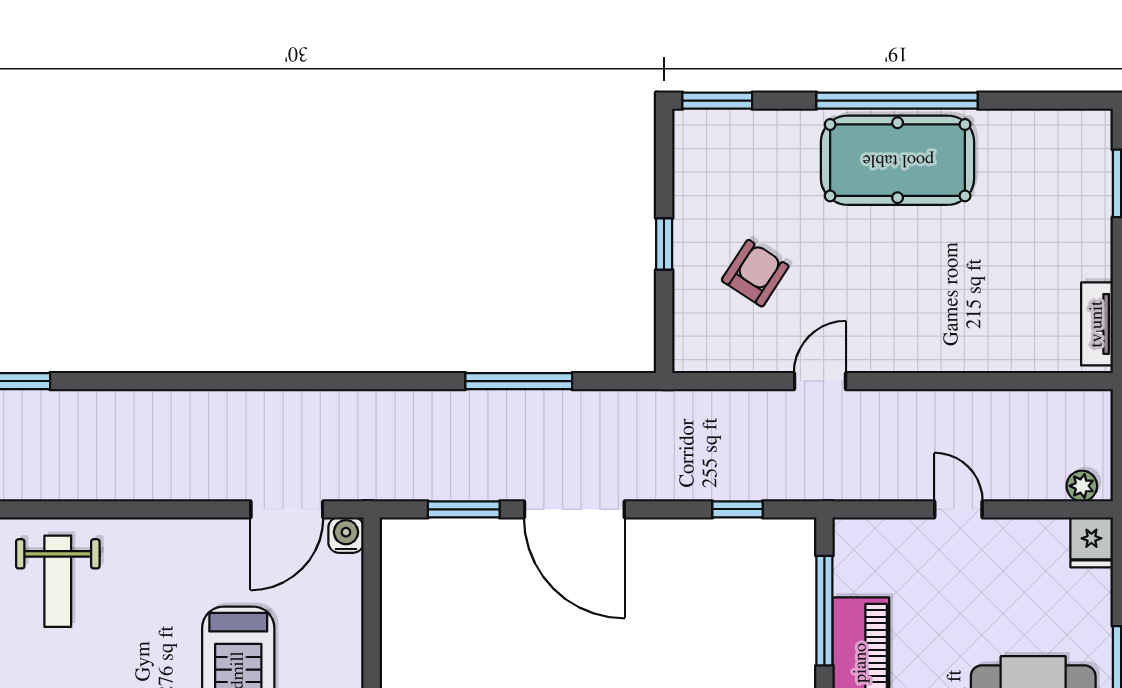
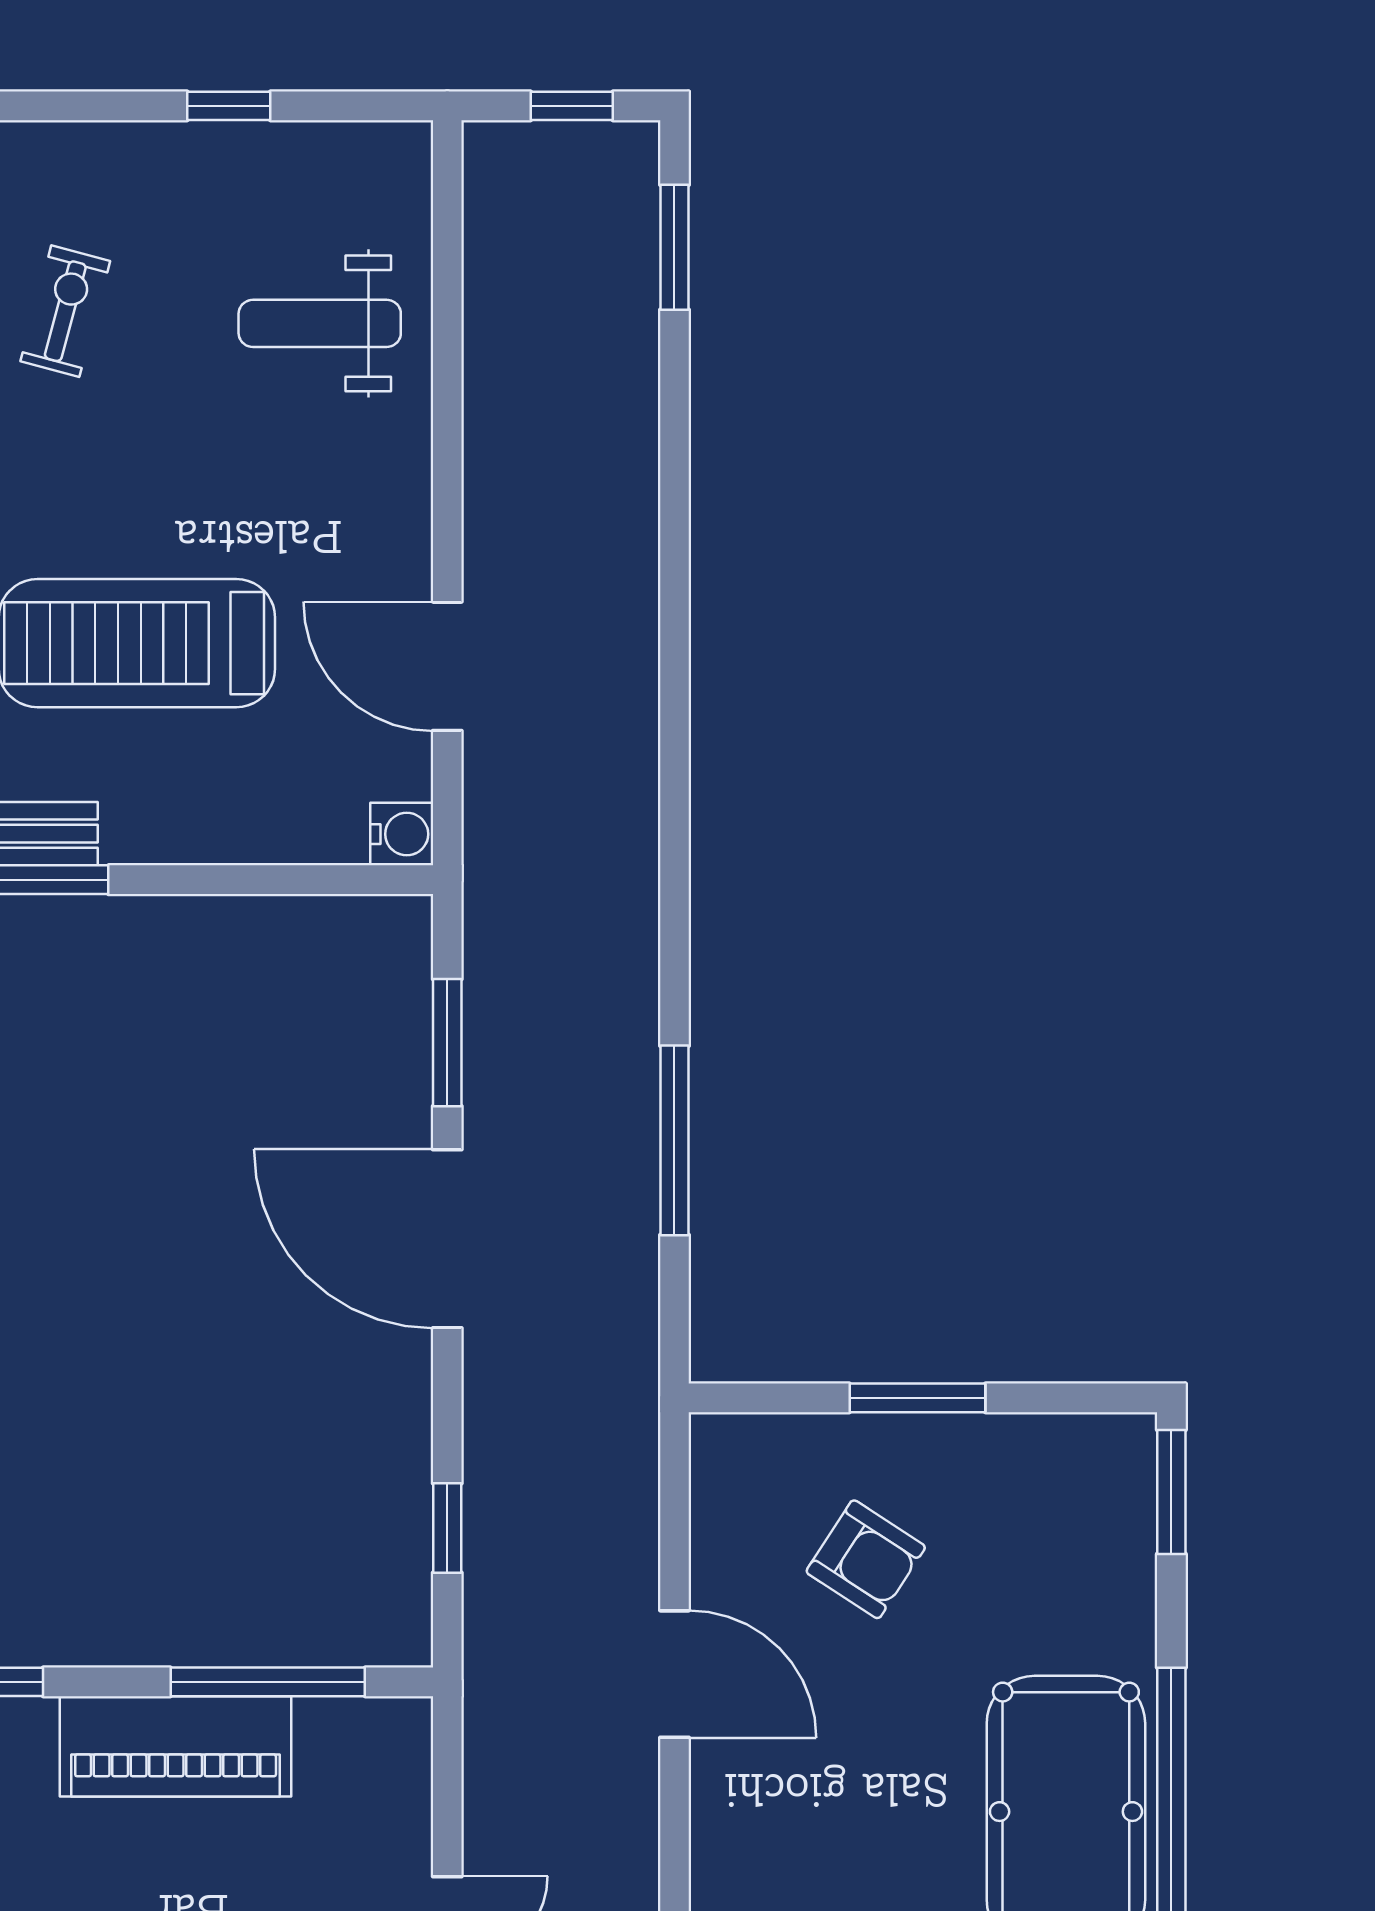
window: (664, 244) -> (917, 1398), width x1.50
door: (820, 381) -> (674, 1674), width x1.38
door: (287, 509) -> (447, 666), moved
door: (574, 509) -> (447, 1239), hinge flipped

